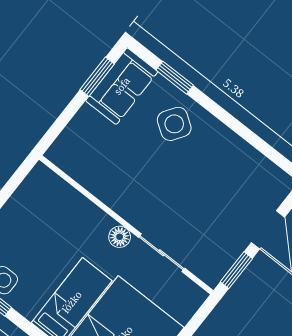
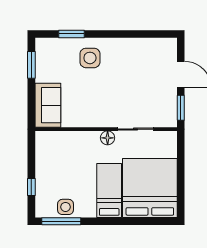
sofa: (122, 86) -> (48, 105), moved
side table: (174, 124) -> (90, 58), turned -34

